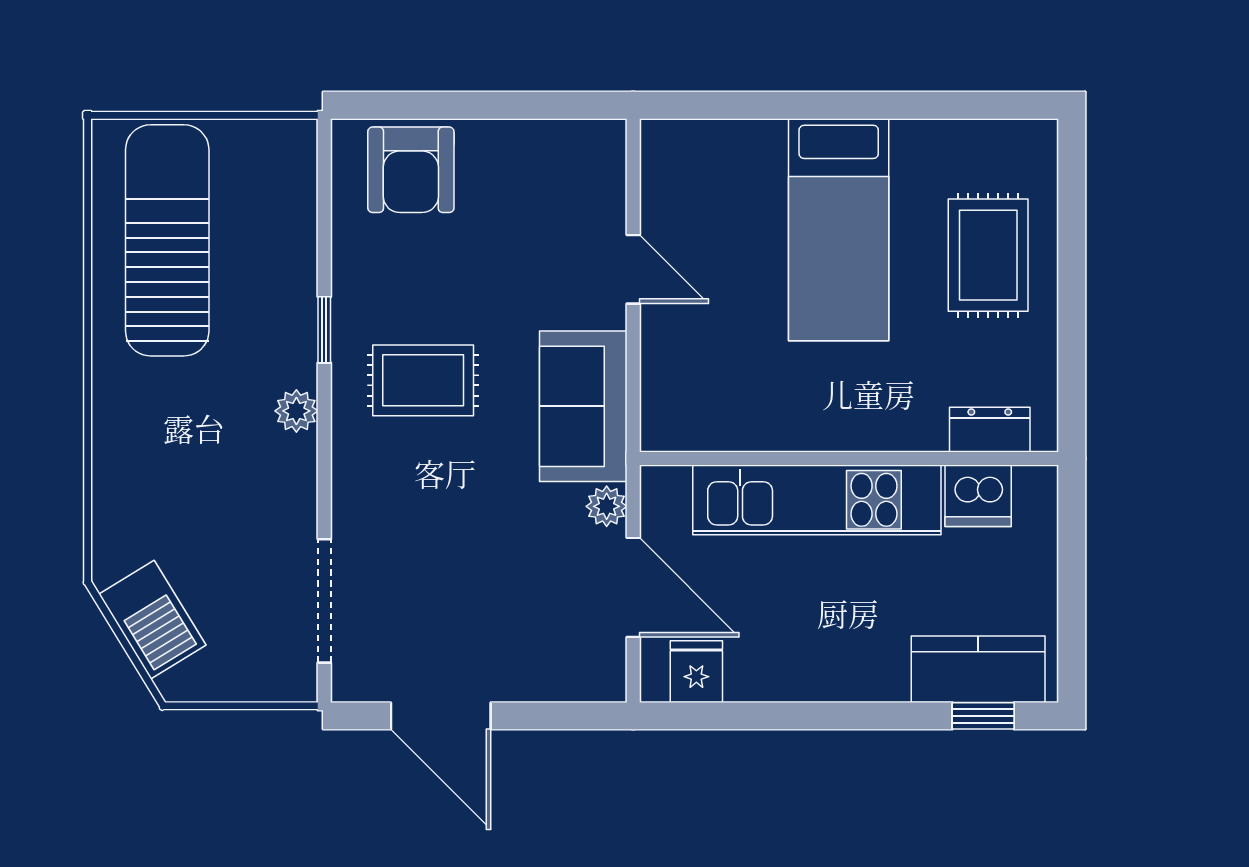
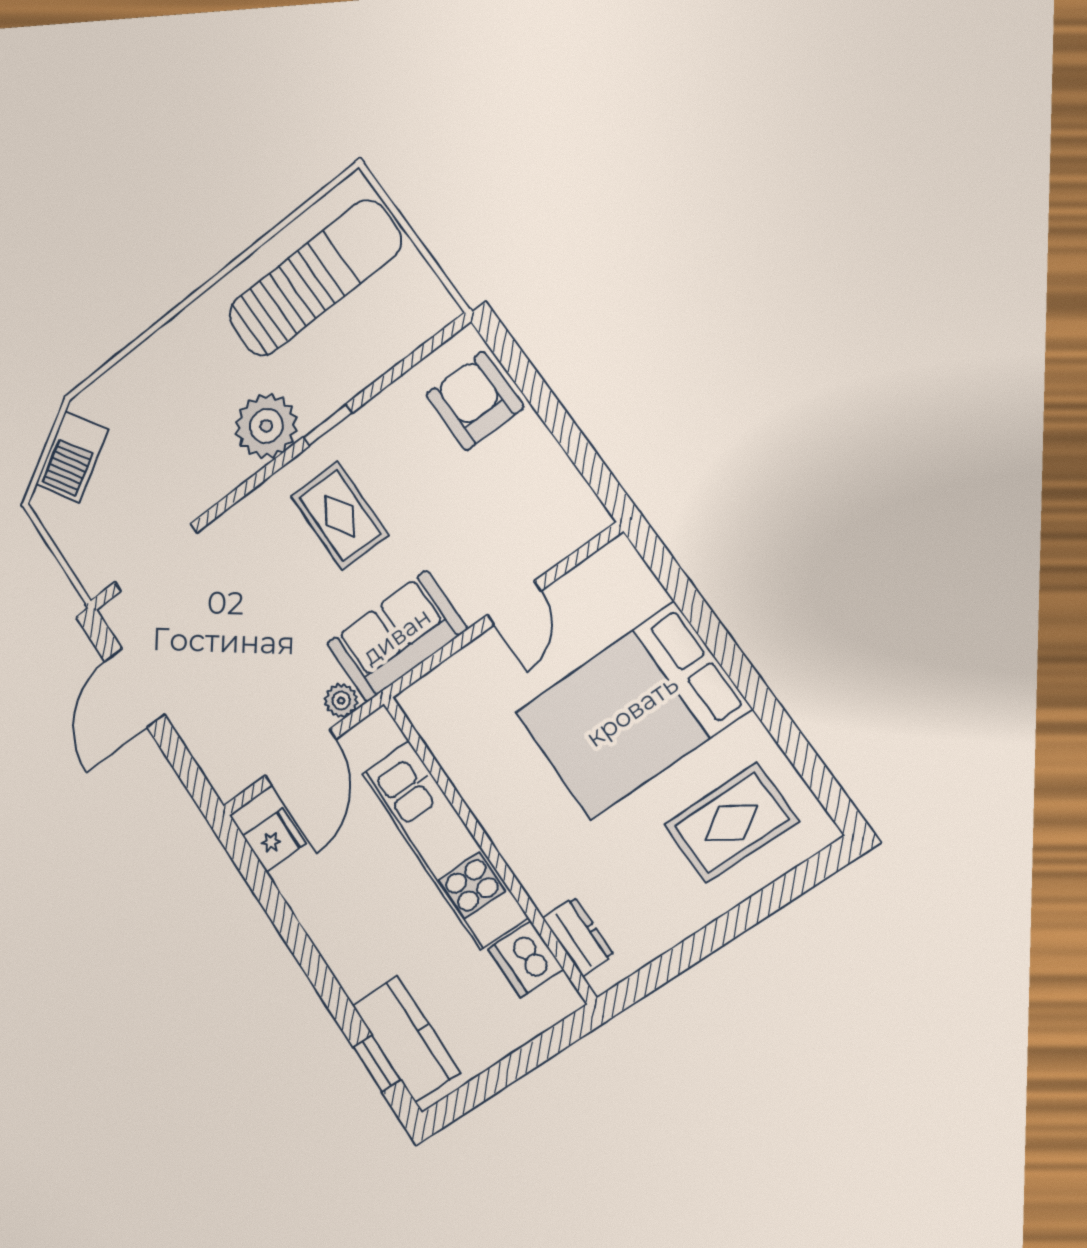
armchair: (411, 170) -> (475, 401), turned 90
bed: (839, 230) -> (632, 711), width x1.50
rug: (988, 255) -> (731, 823), moved
plant: (296, 411) -> (266, 426), width x1.87, depth x1.87

